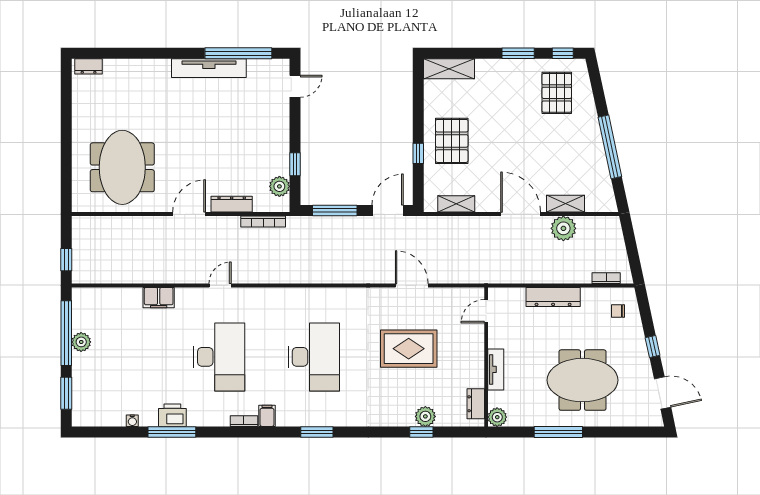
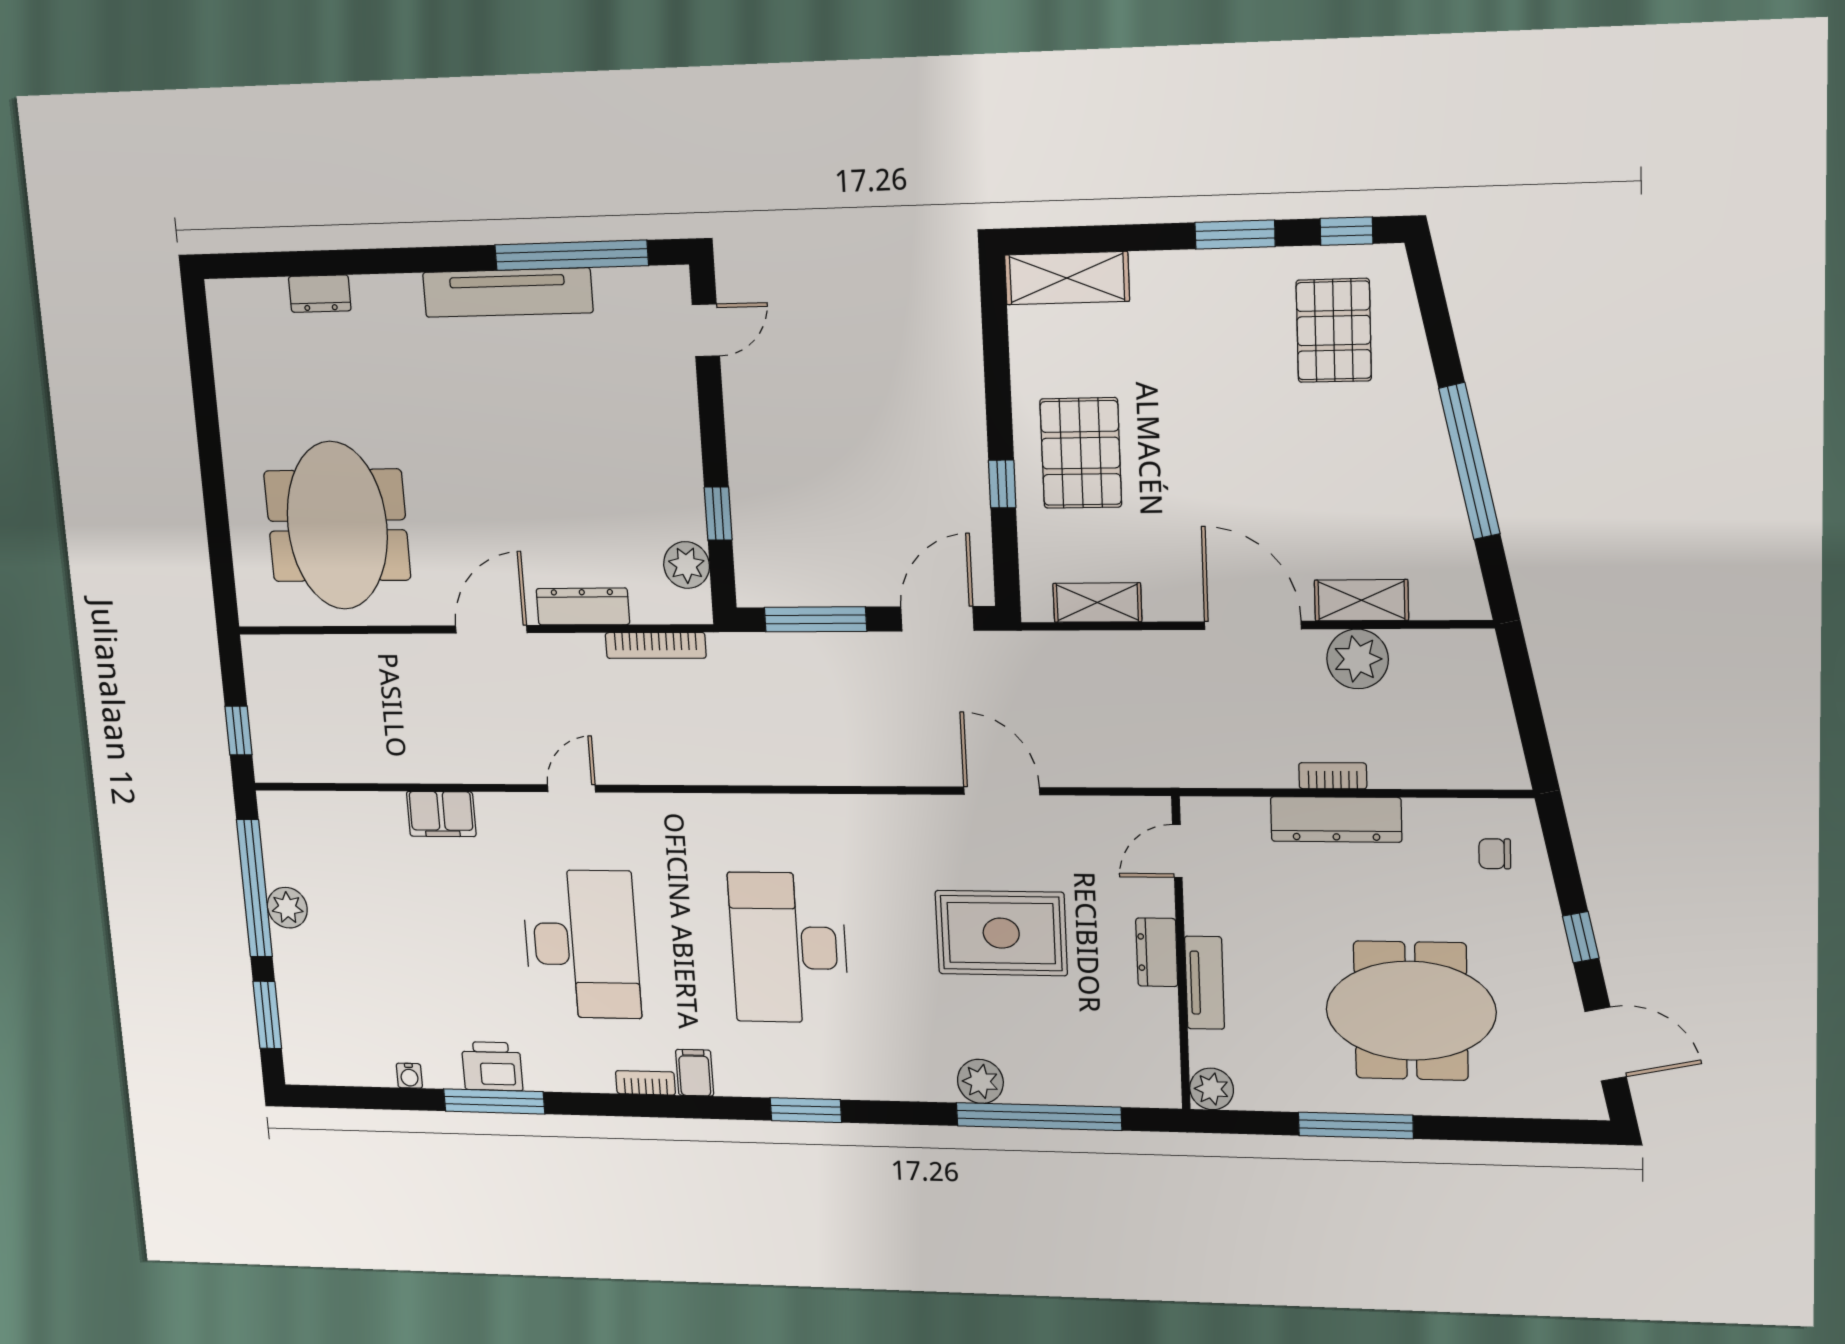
dresser: (89, 66) -> (320, 294), moved
bookcase: (606, 278) -> (1333, 776), moved
desk: (314, 357) -> (788, 948), turned 180
dresser: (476, 404) -> (1157, 952), moved
plant: (425, 416) -> (980, 1081), moved
window: (421, 432) -> (1039, 1117), width x3.17

